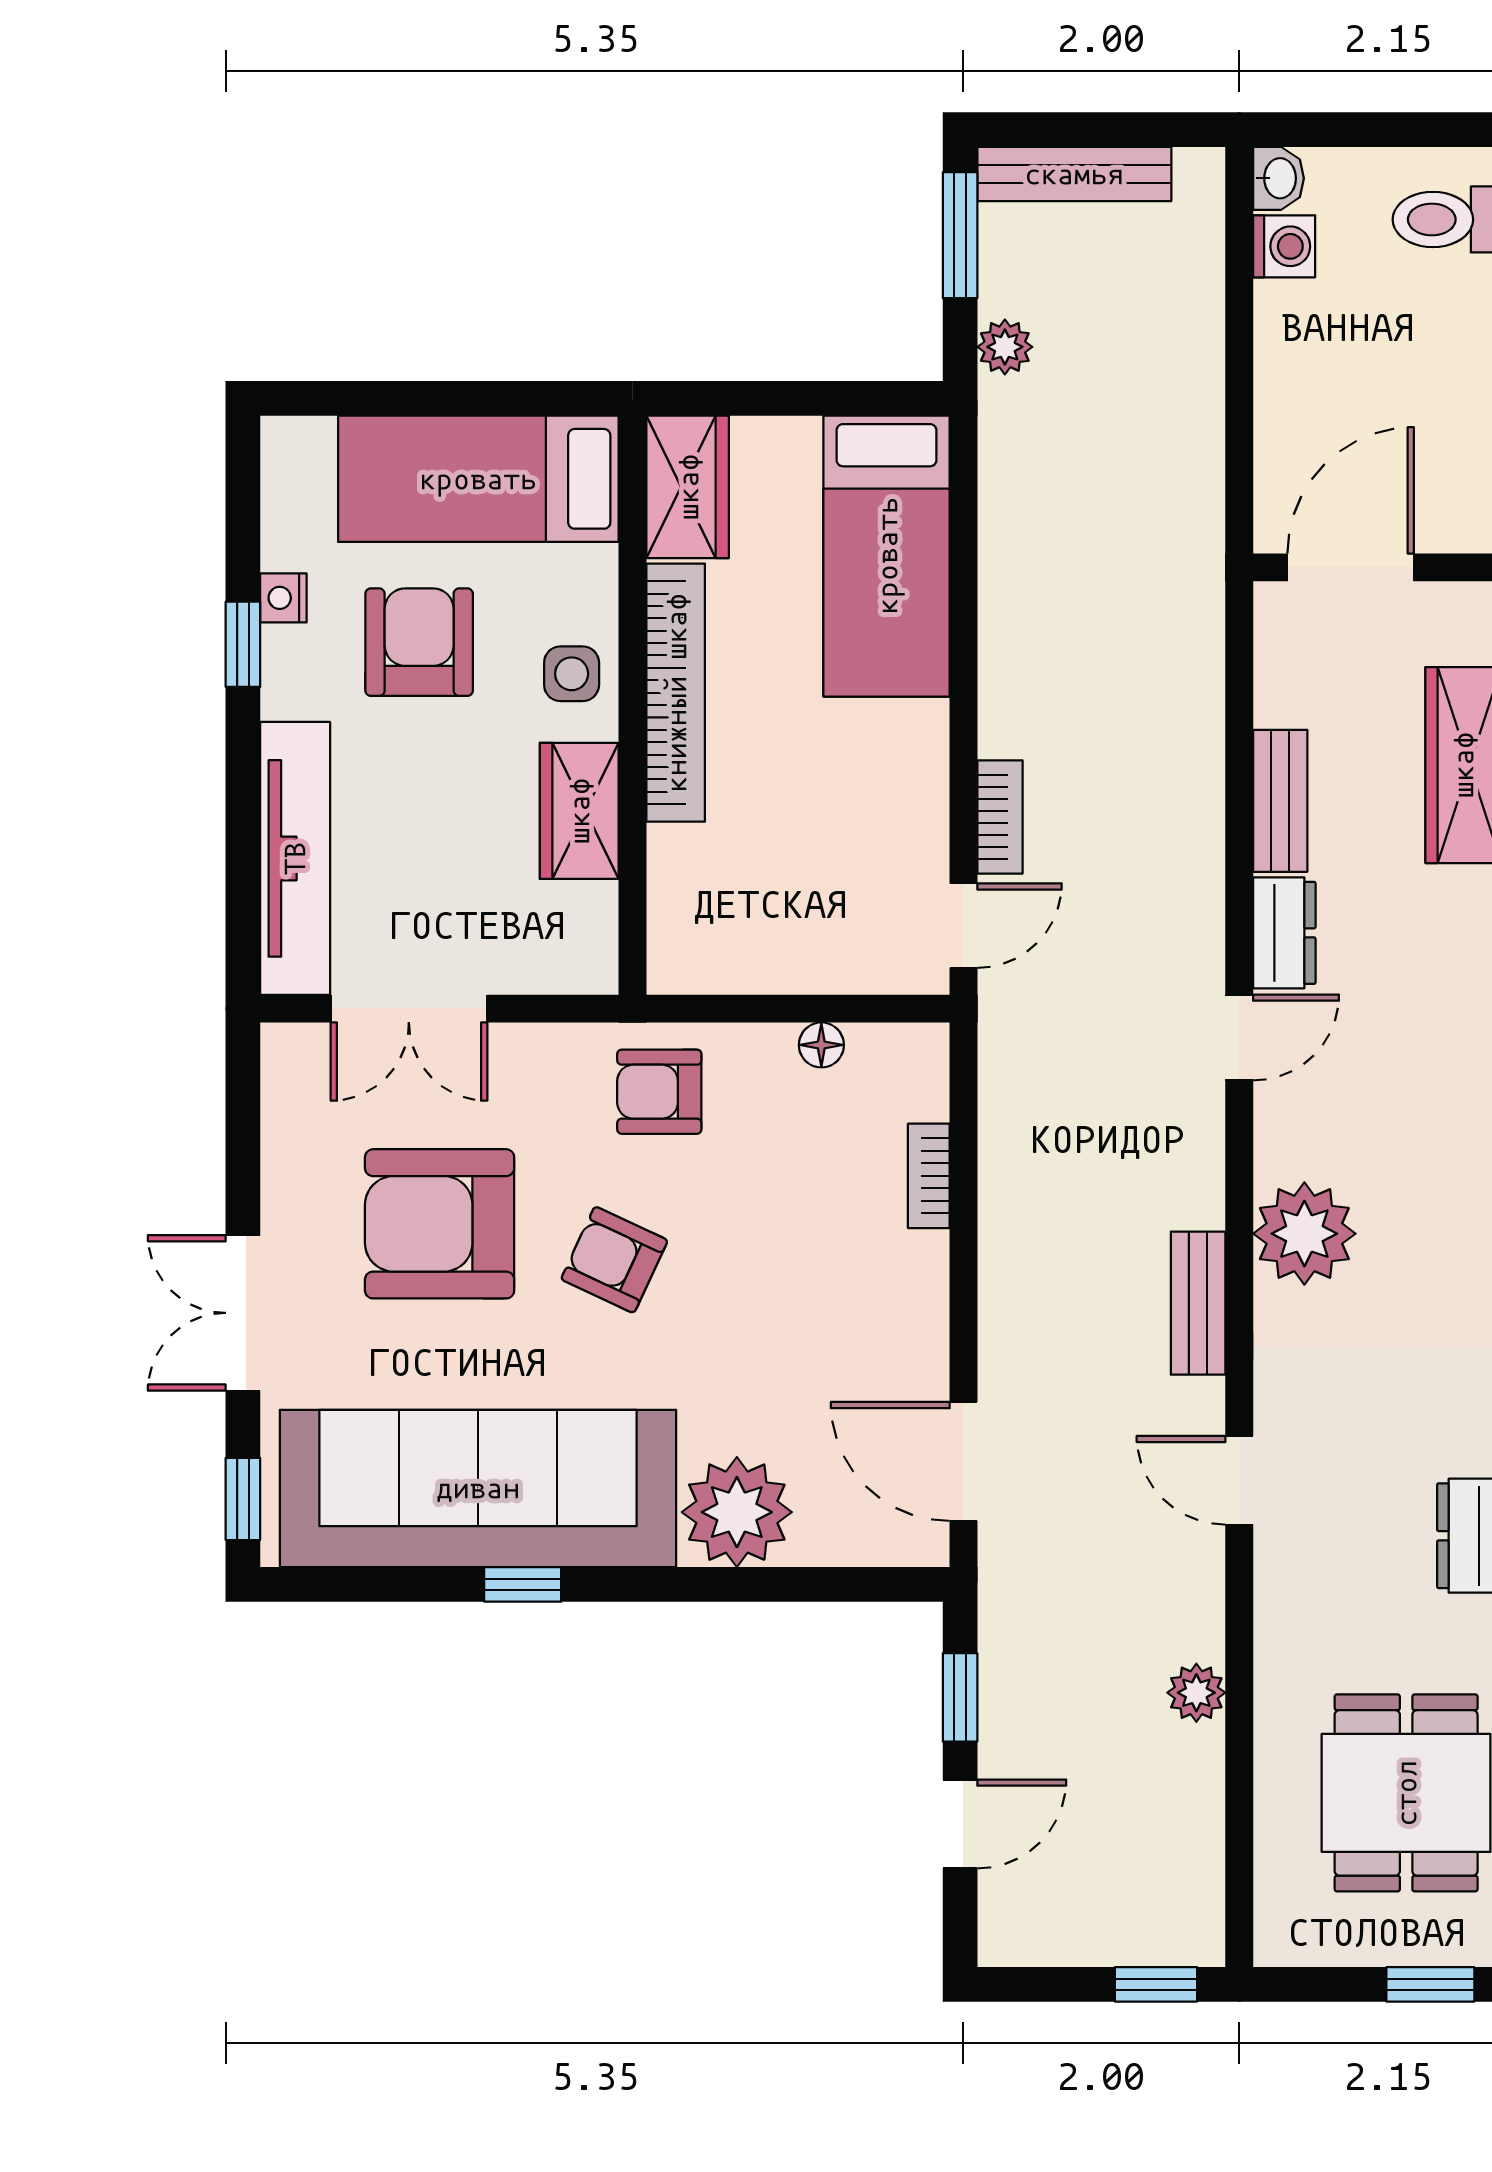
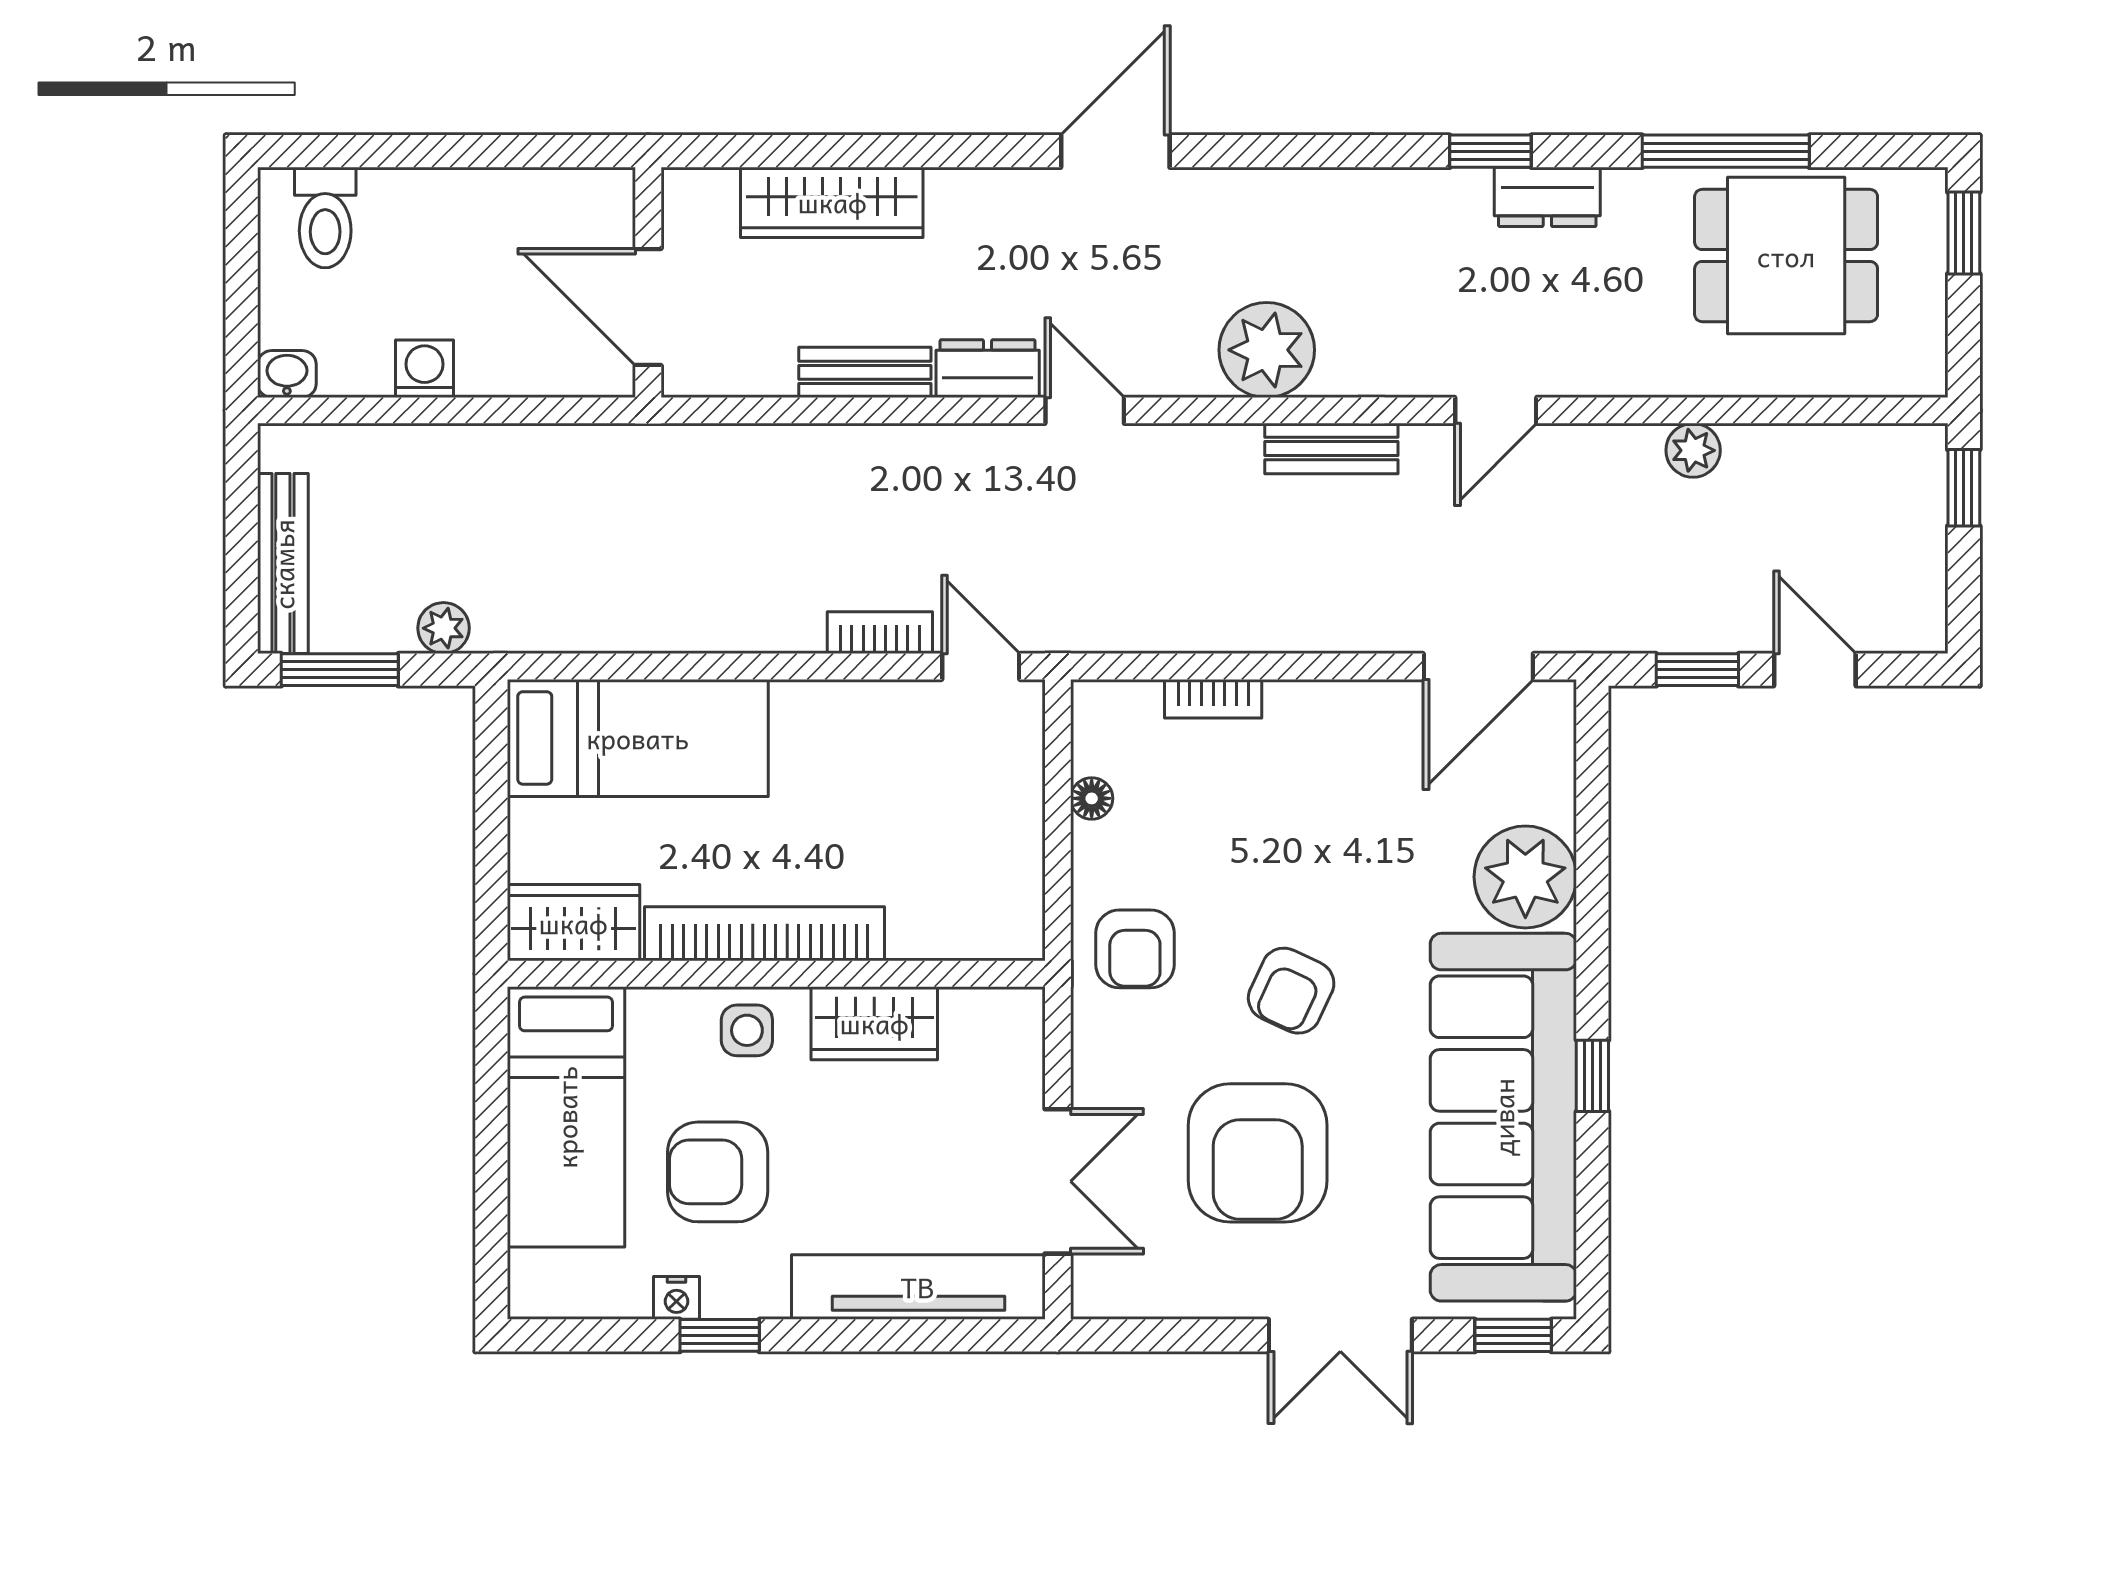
washing machine: (1284, 246) -> (424, 369), moved

